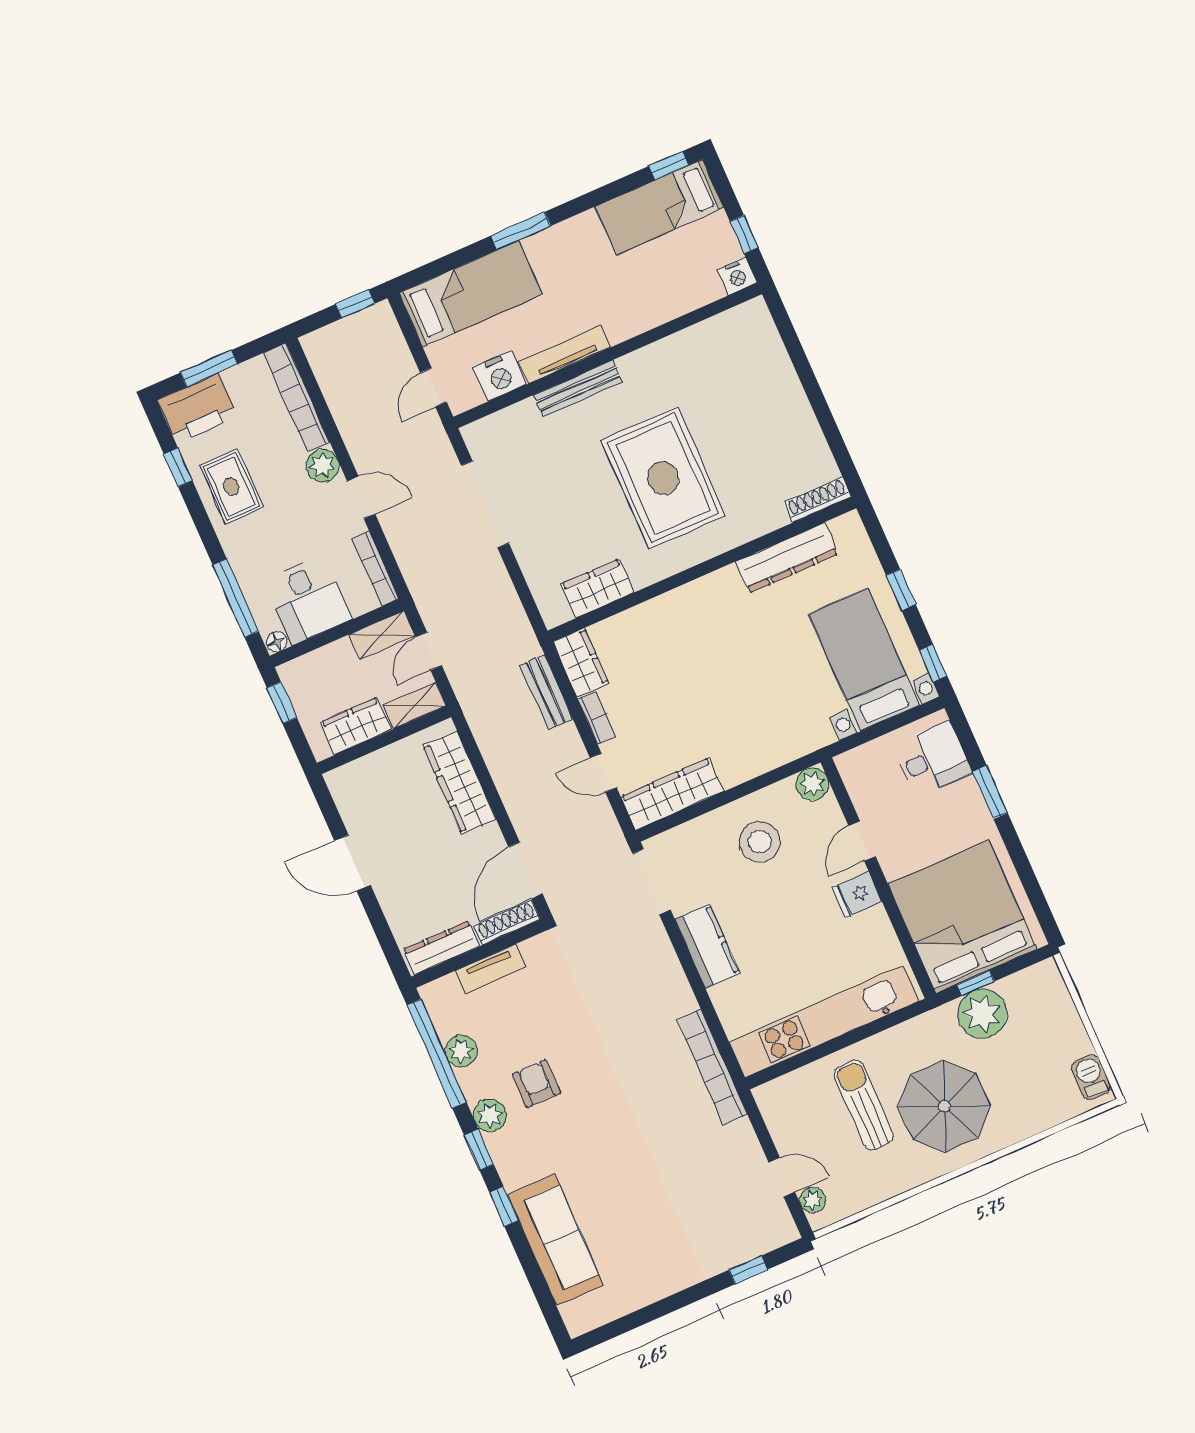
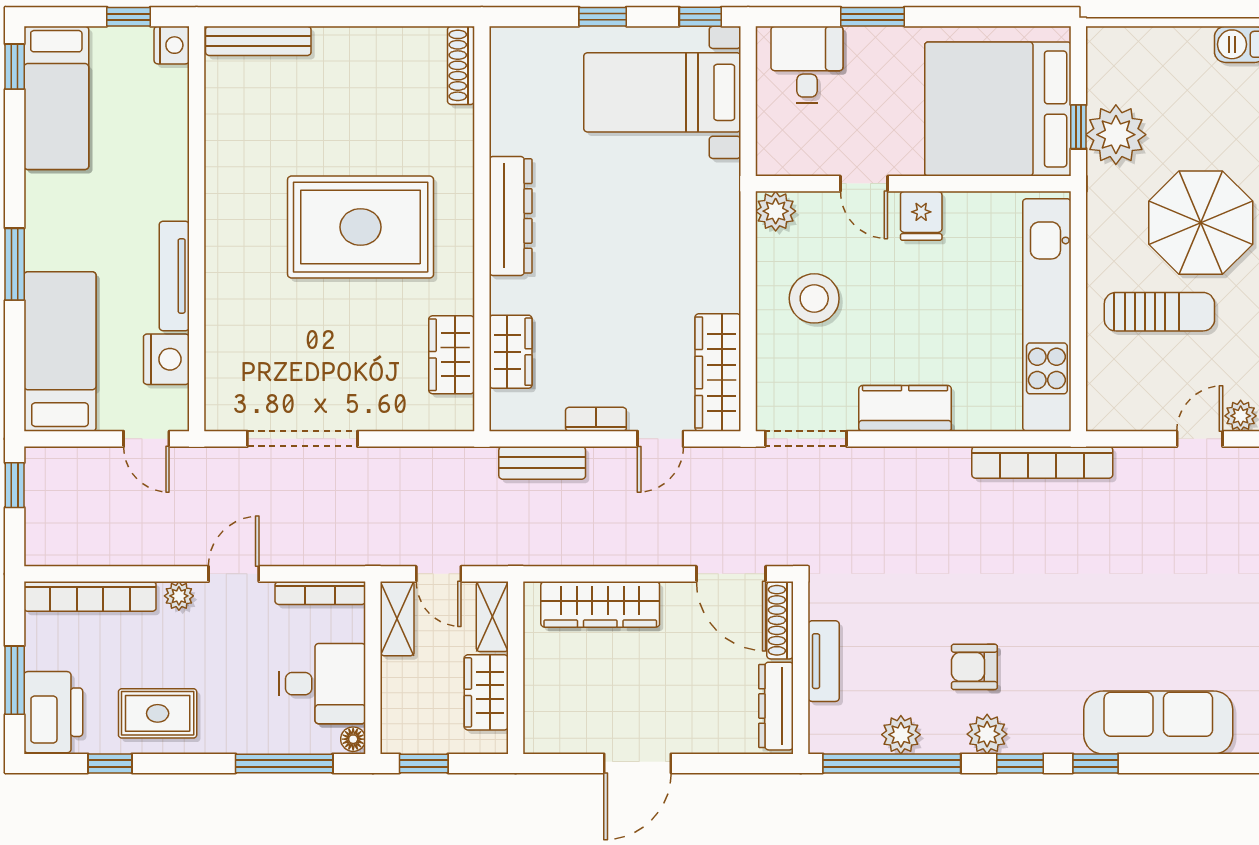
bench: (578, 389) -> (258, 41), moved, turned 90
plant: (322, 466) -> (179, 596), width x0.73, depth x0.73
dresser: (787, 558) -> (511, 216), moved
wardrobe: (581, 662) -> (511, 352), moved, turned 90
sun lounger: (864, 1105) -> (1159, 312), turned 180

